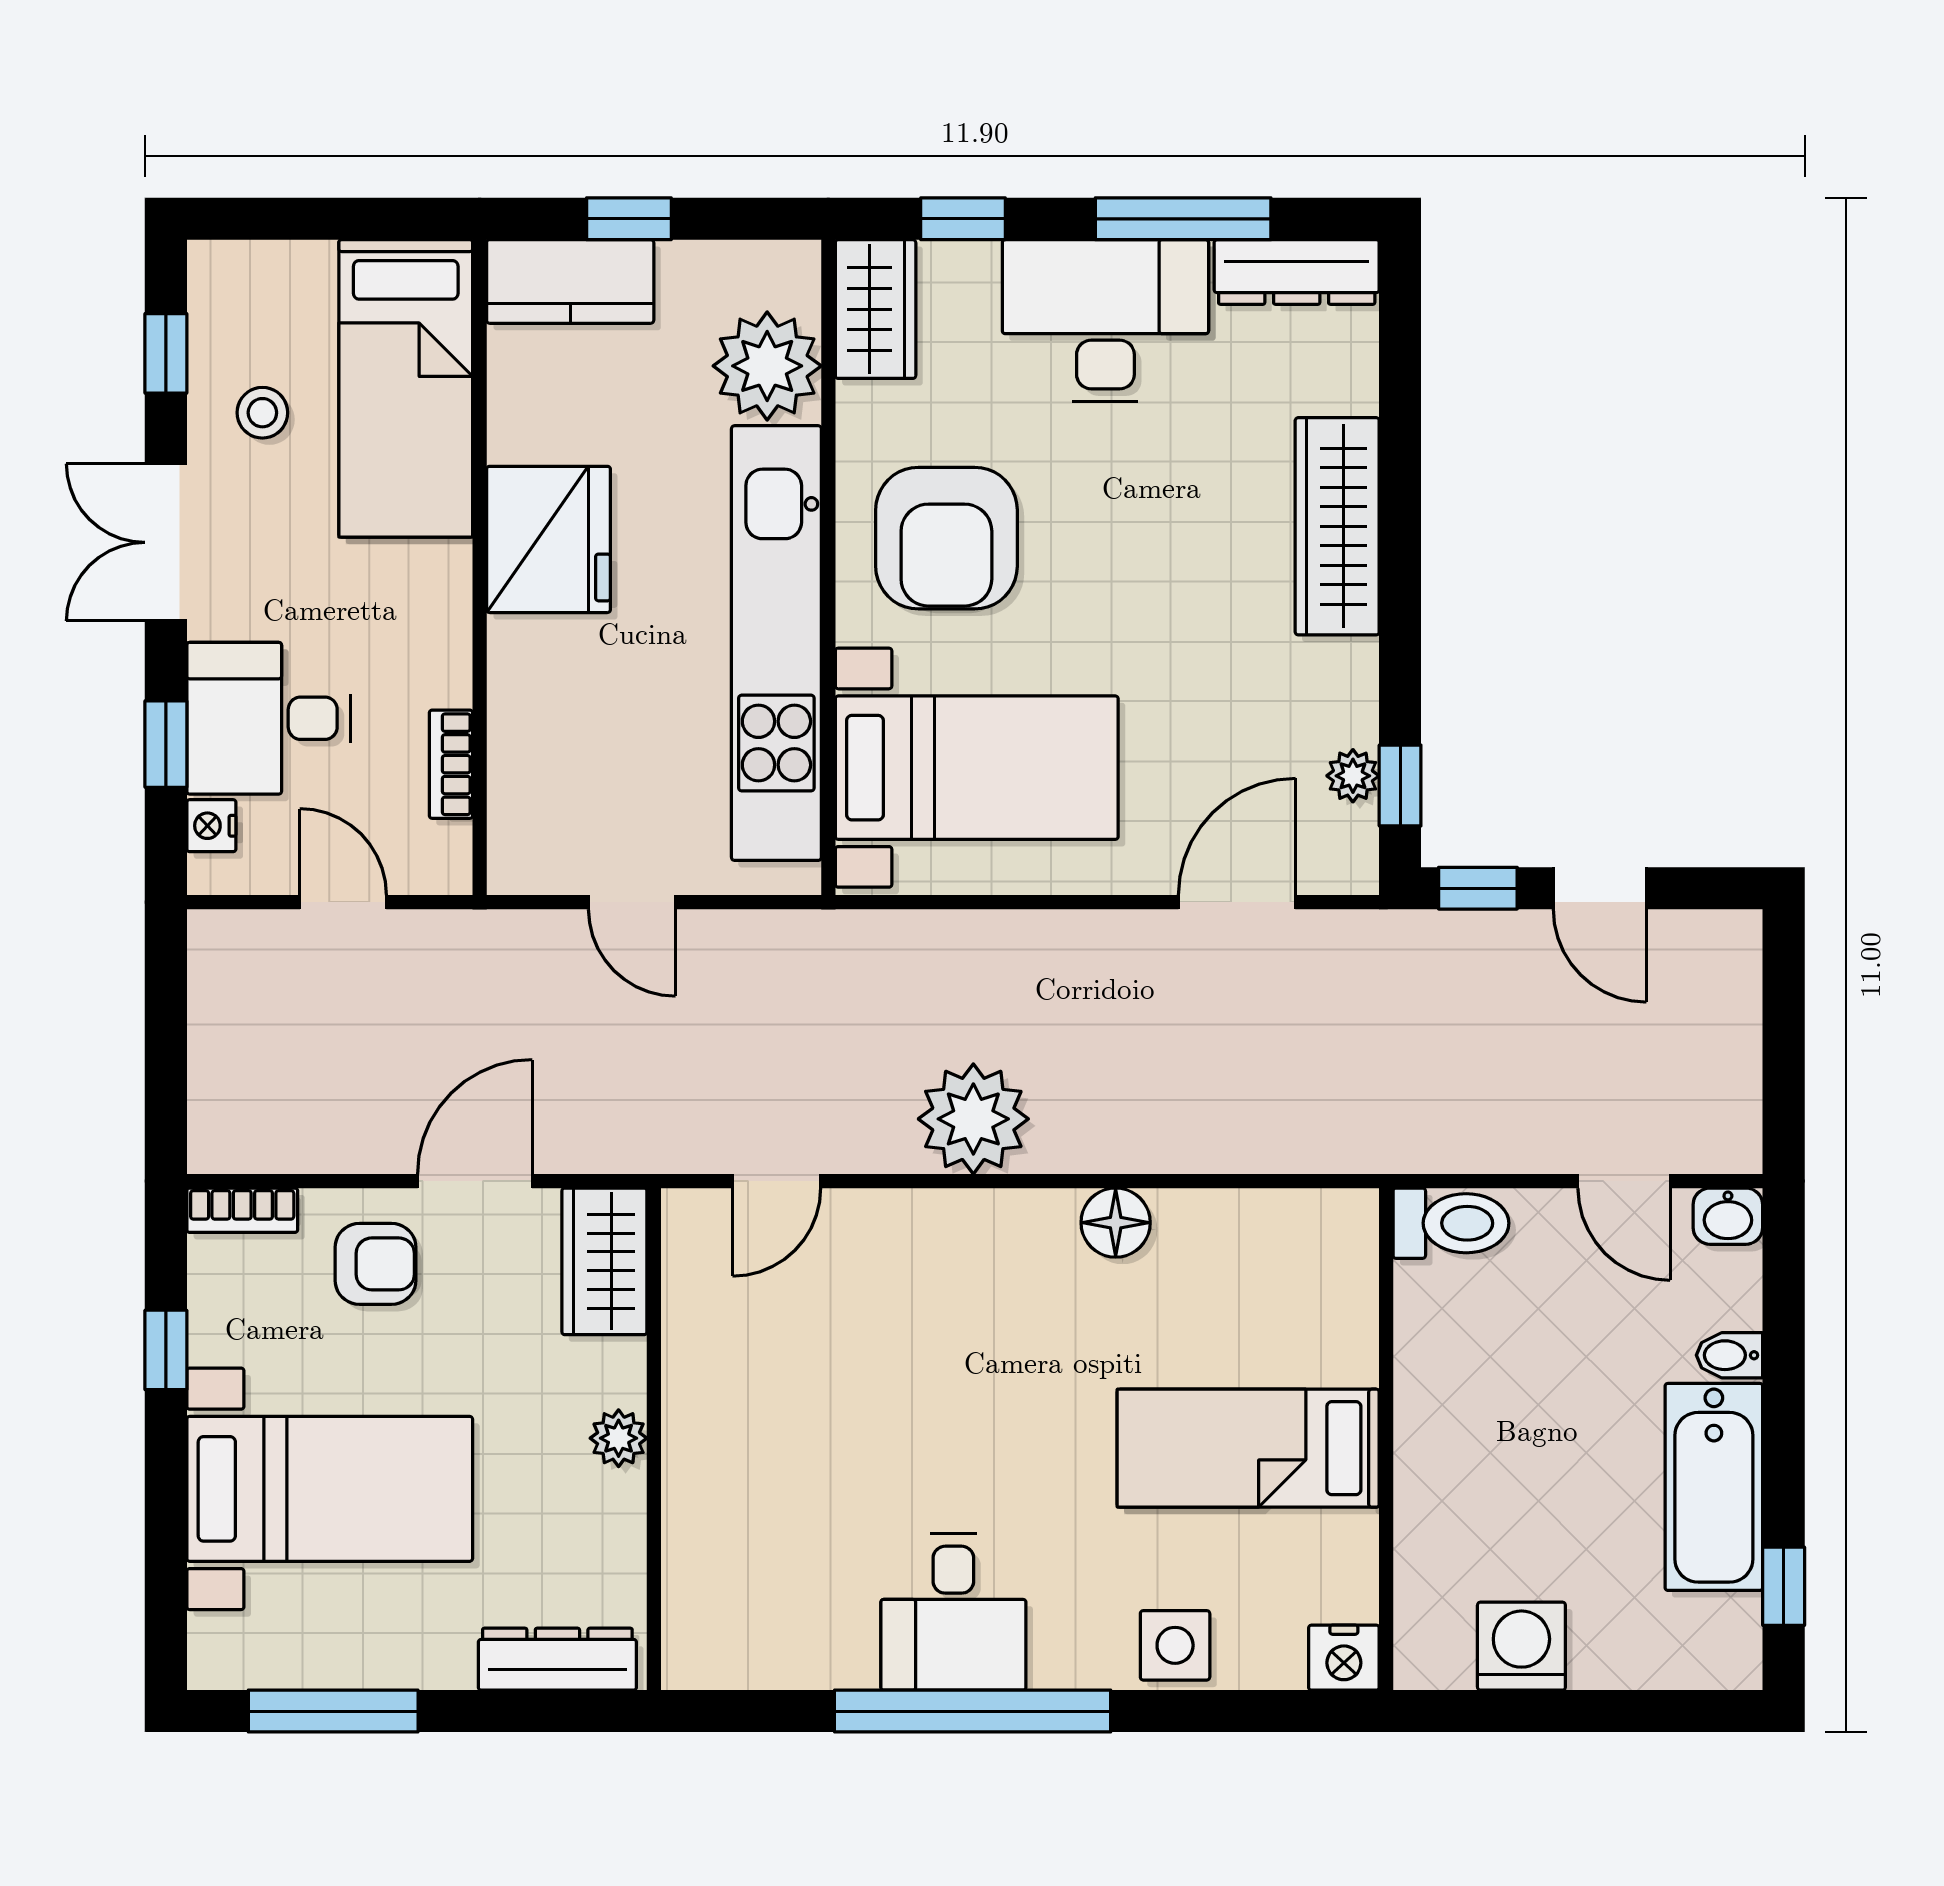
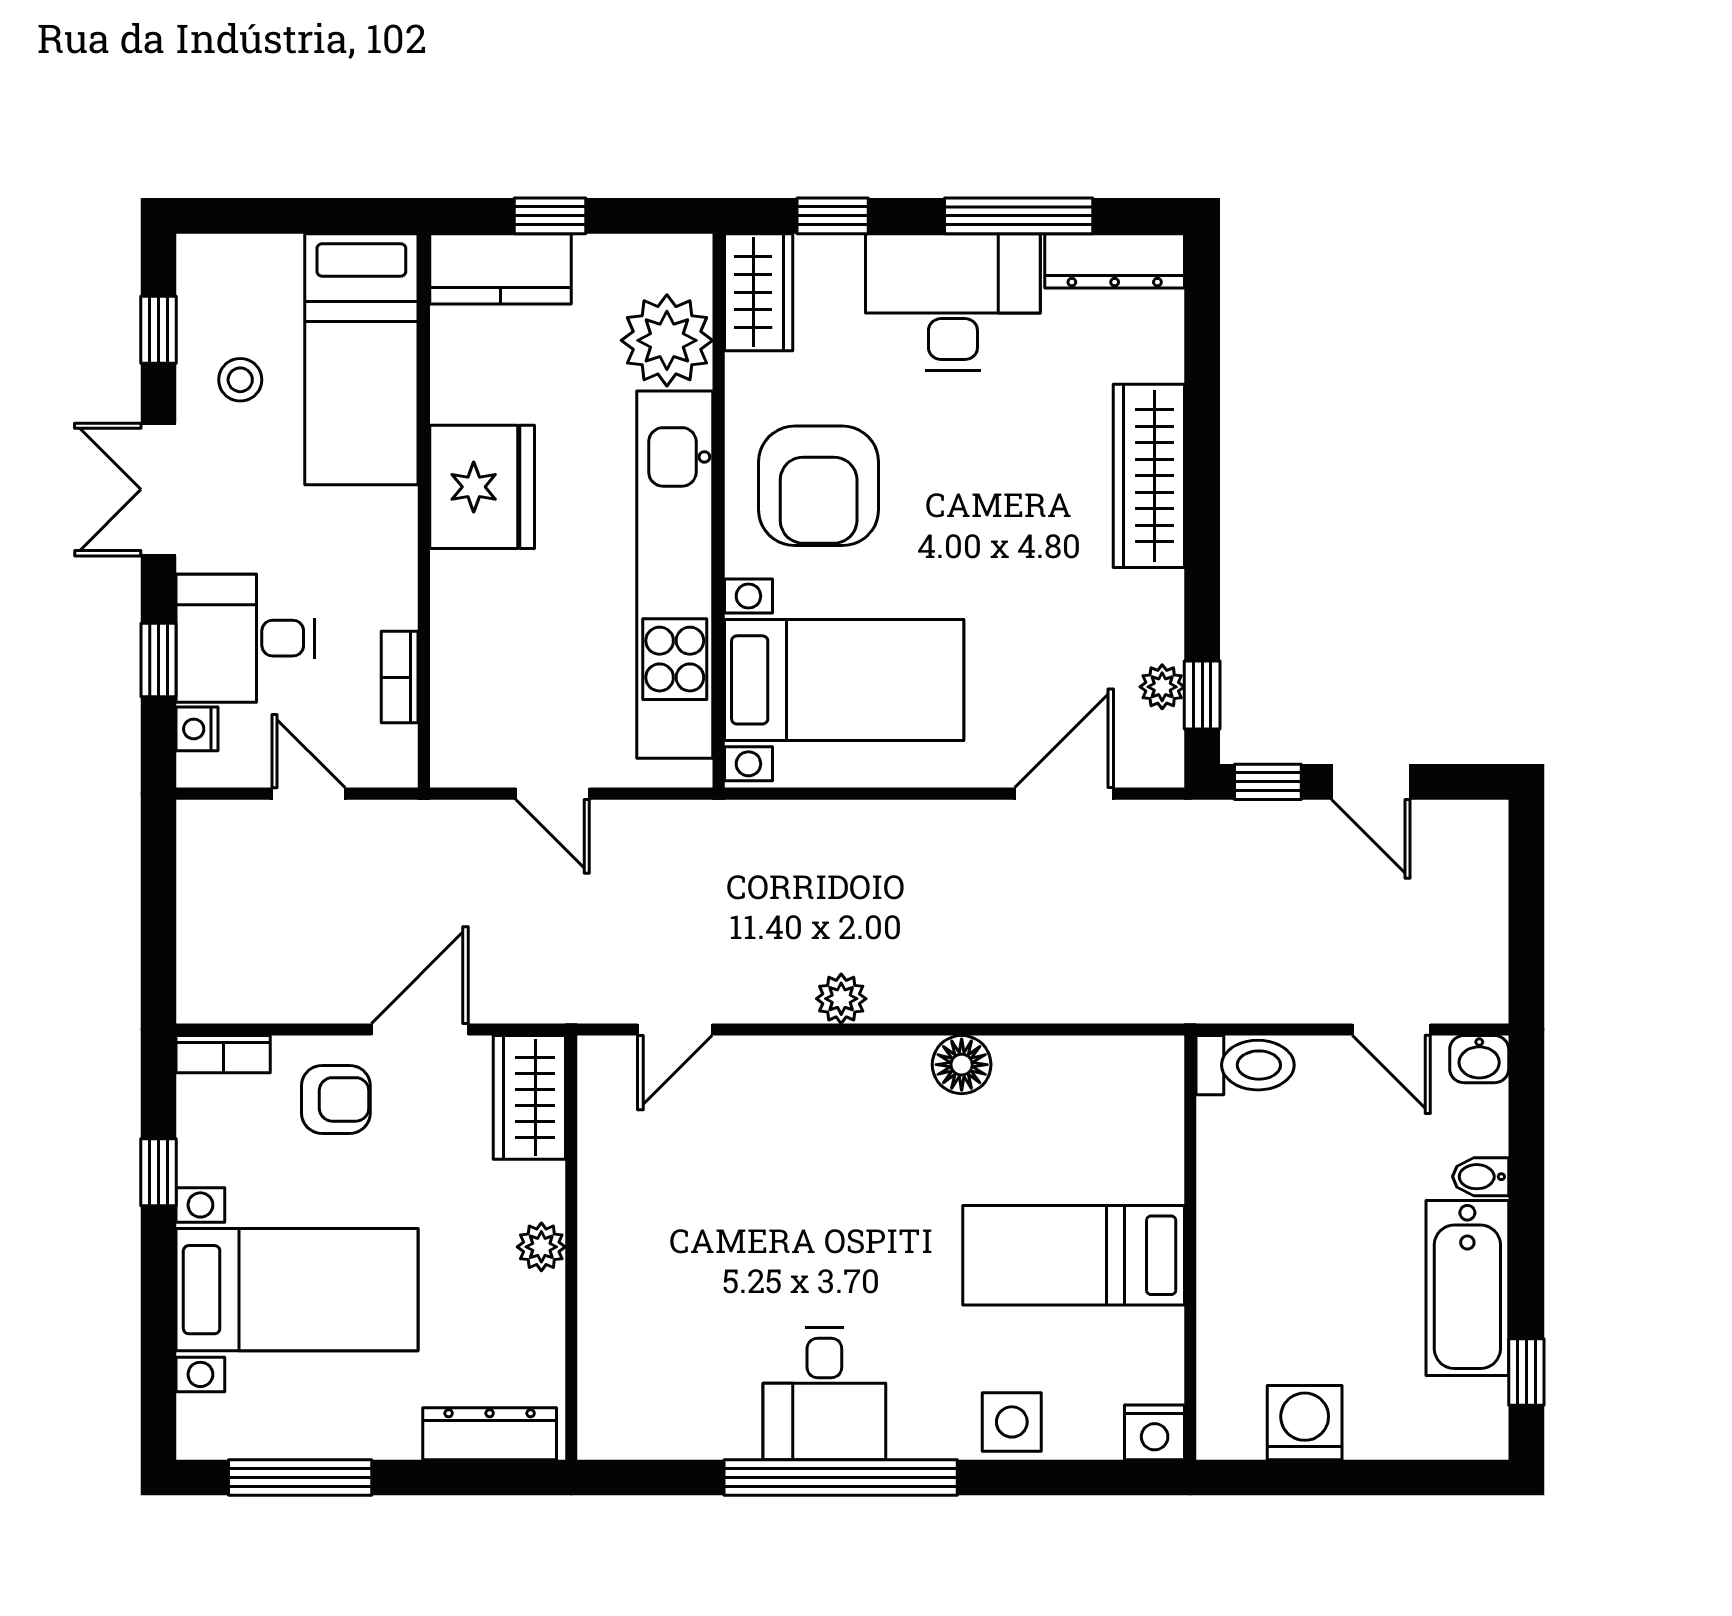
plant: (973, 1119) -> (841, 999), width x0.53, depth x0.53

